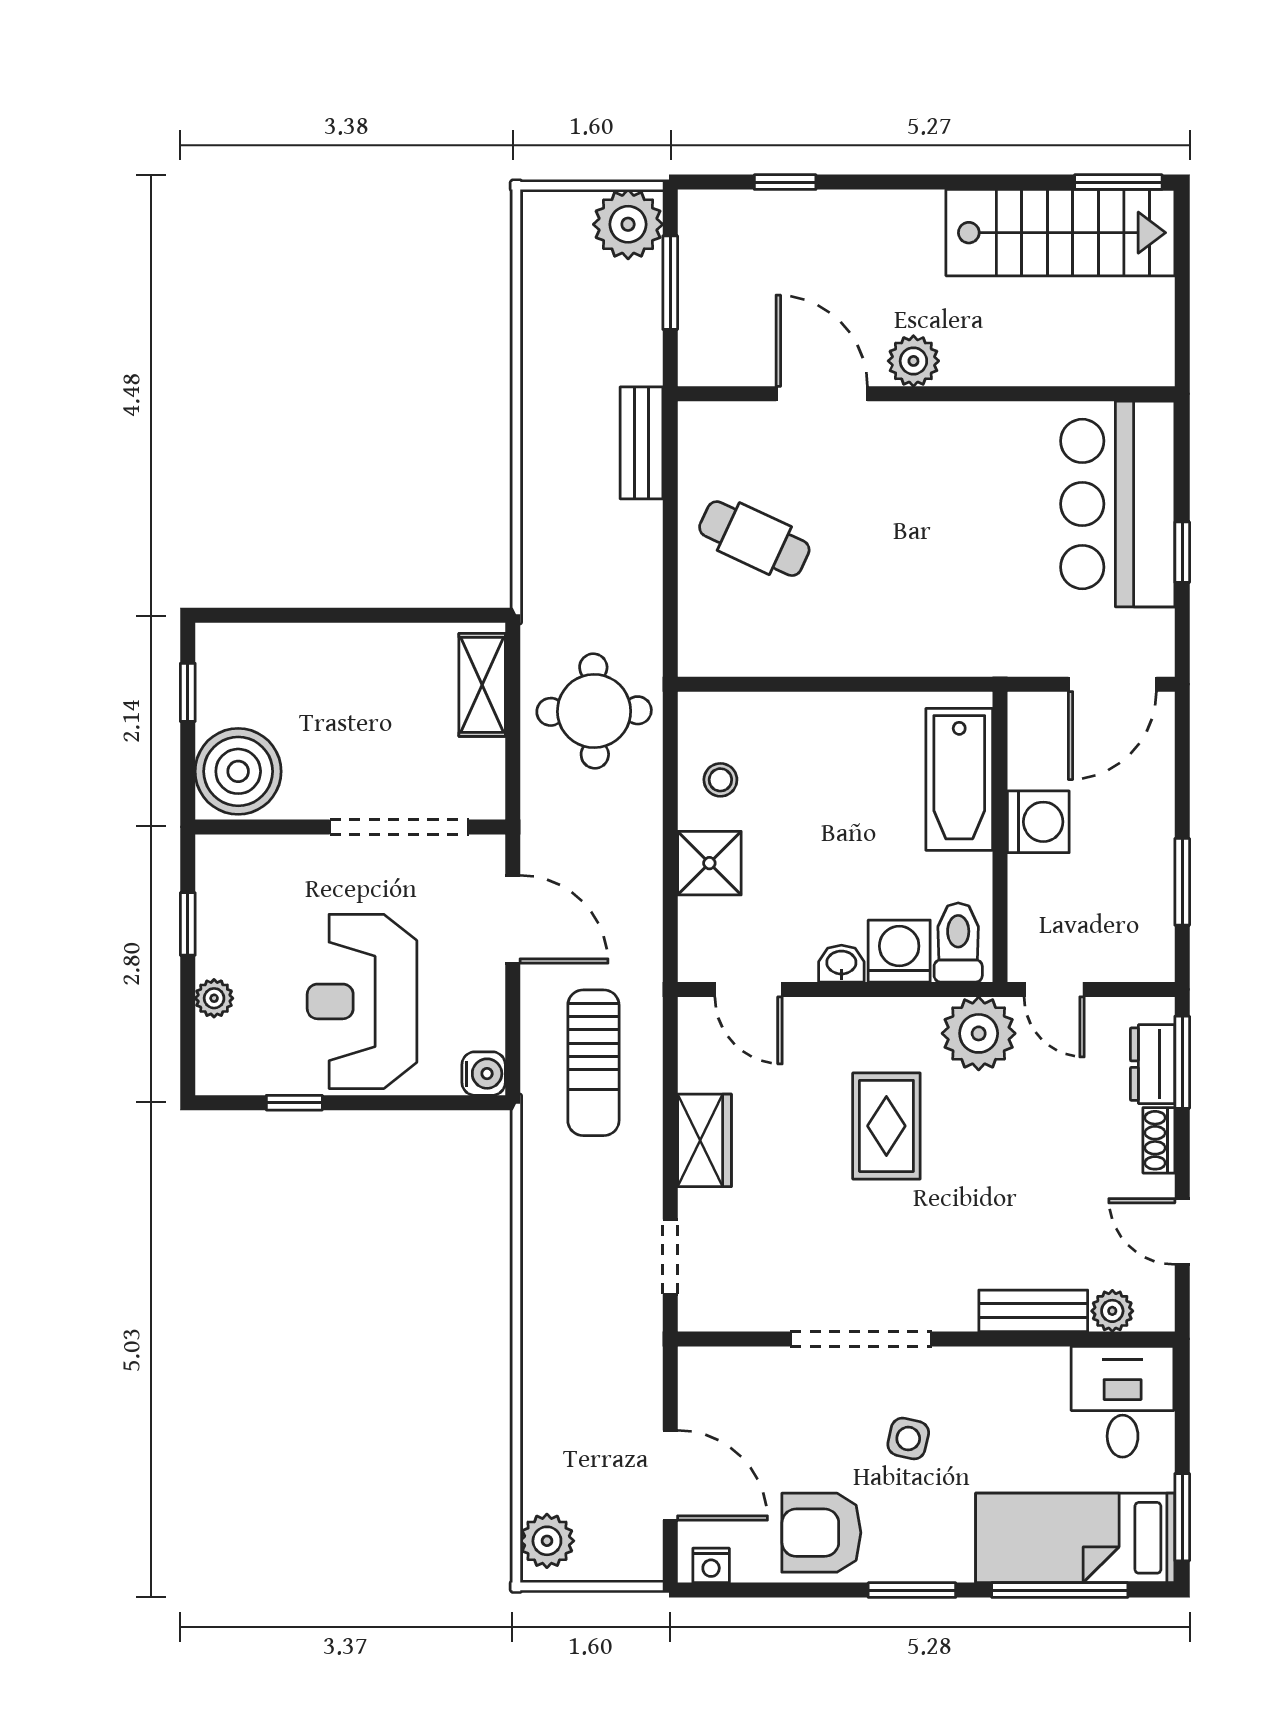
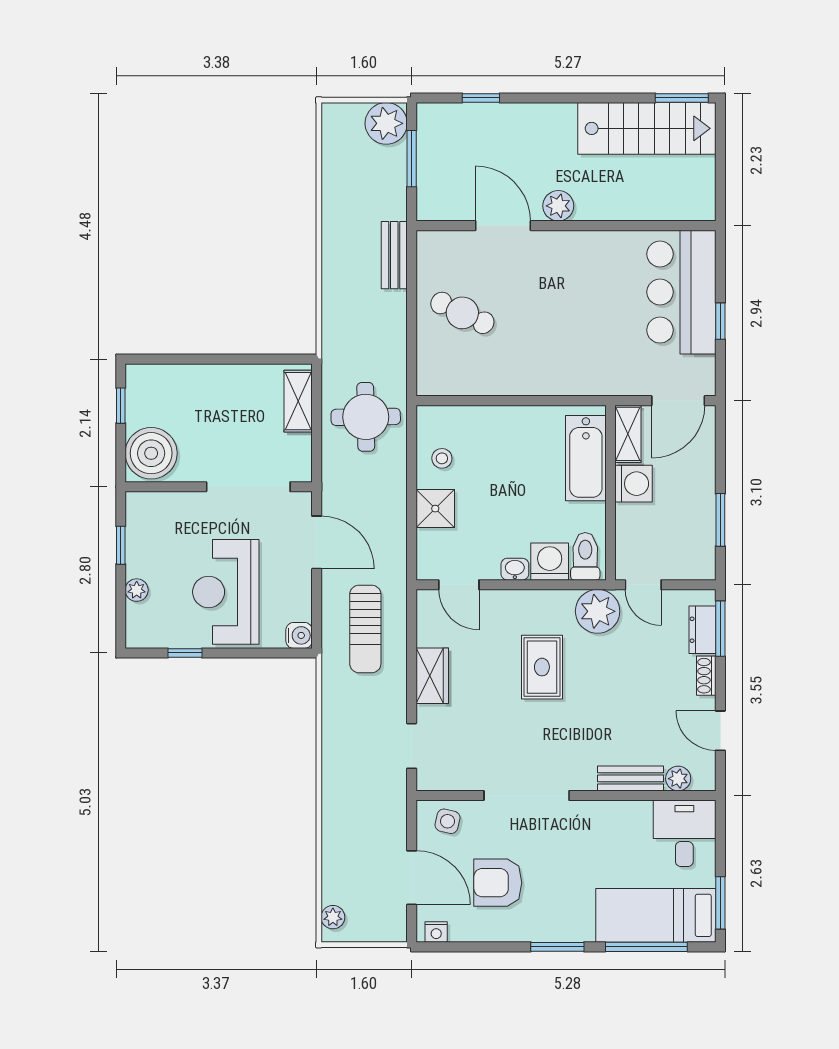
shelving: (1029, 739) -> (628, 434), added
side table: (908, 1439) -> (447, 821), moved
armchair: (821, 1533) -> (498, 883), moved
plant: (547, 1541) -> (333, 917), width x0.73, depth x0.73

